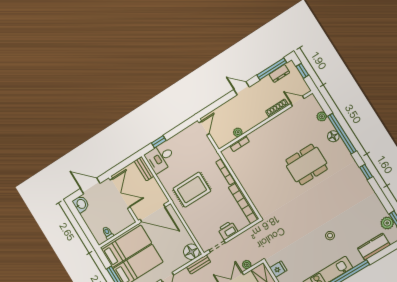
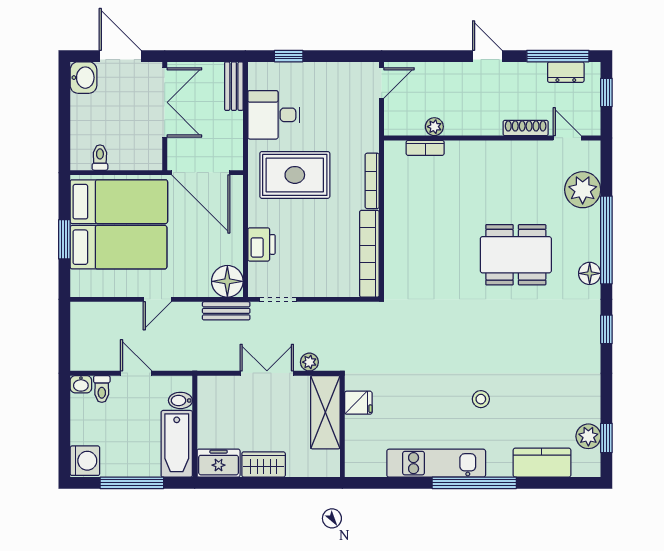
plant: (322, 116) -> (583, 190), width x1.87, depth x1.87
floor lamp: (333, 136) -> (590, 273), moved
desk: (160, 158) -> (274, 115), moved
printer: (228, 230) -> (261, 244), moved, turned 90

